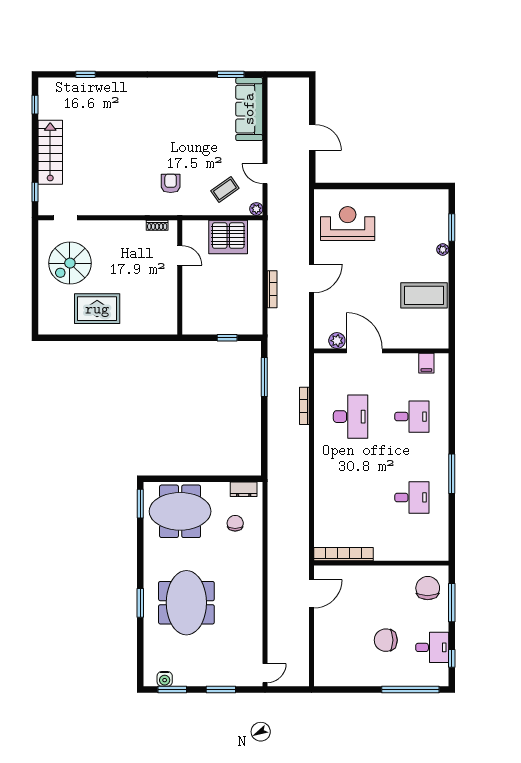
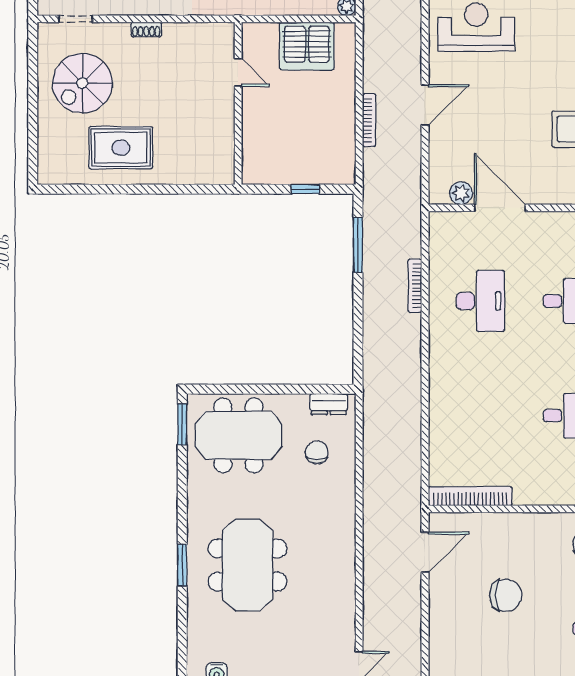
shoe rack: (157, 225) -> (146, 30), moved
chair: (386, 640) -> (506, 595), moved, turned 180

